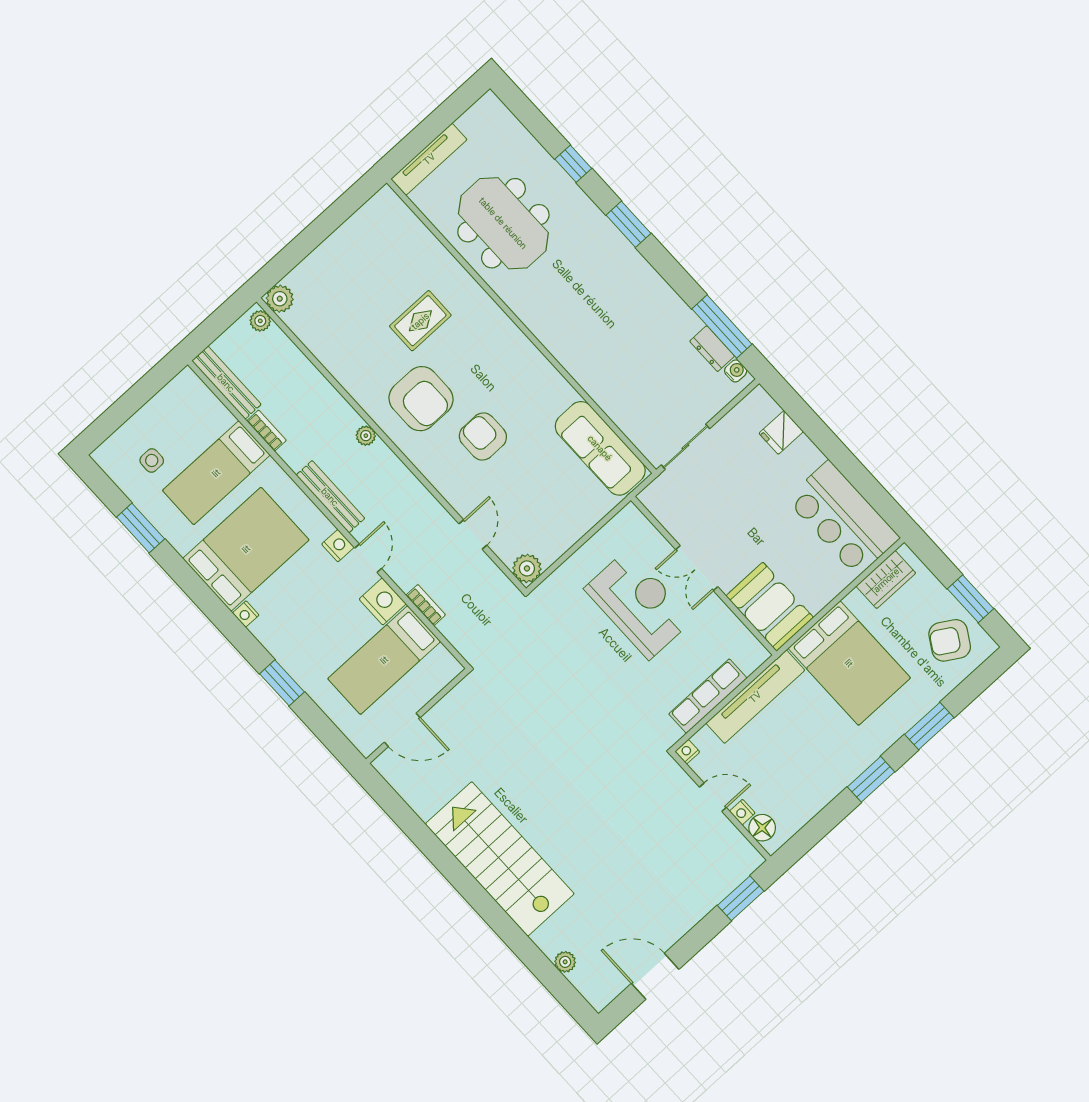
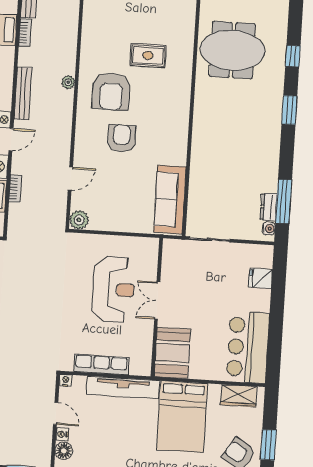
meeting table: (503, 223) -> (232, 50), turned 90

